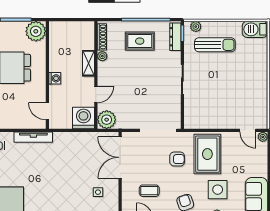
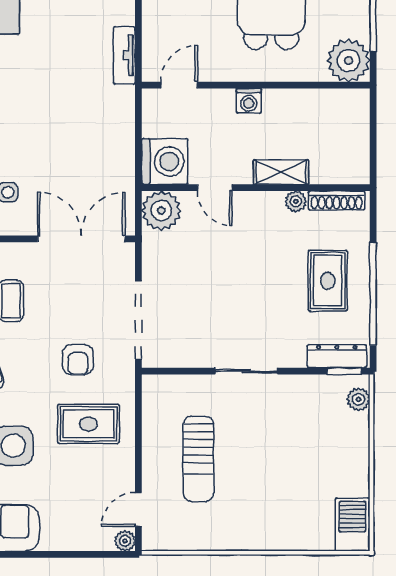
sun lounger: (215, 45) -> (198, 459), moved
tv unit: (33, 137) -> (124, 55), width x0.71
rug: (207, 154) -> (89, 424), width x0.73, depth x0.70

